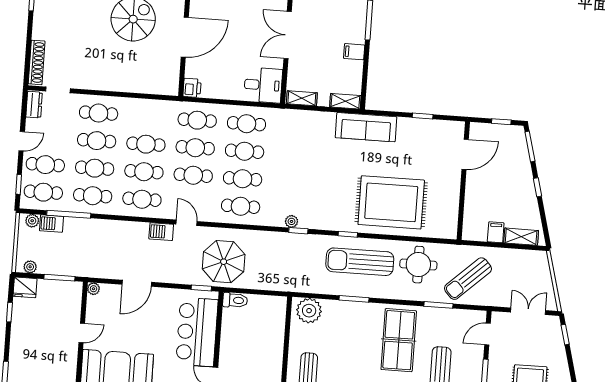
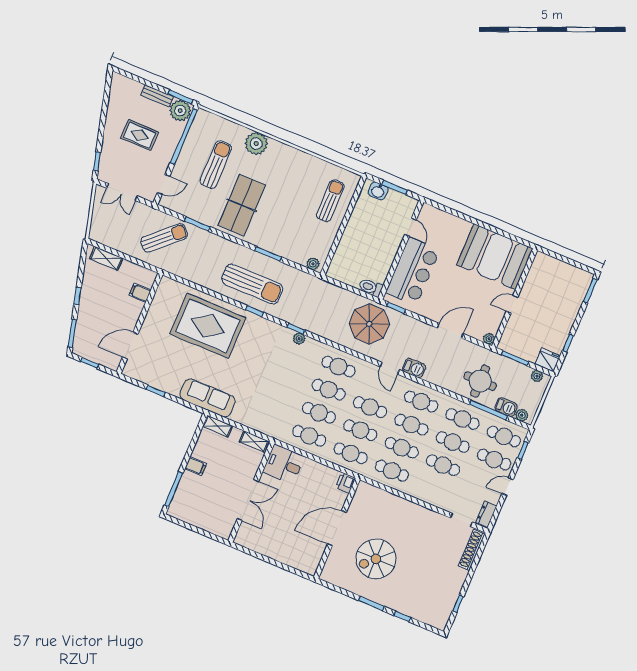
cafe table: (99, 113) -> (392, 471), moved
filing cabinet: (496, 232) -> (140, 293), moved, turned 90
round table: (418, 265) -> (480, 381), moved
plant: (309, 311) -> (313, 264), width x0.53, depth x0.53

